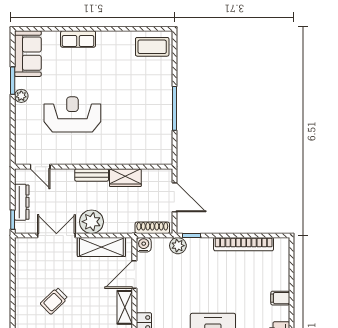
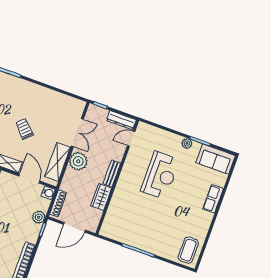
dresser: (22, 202) -> (121, 120), moved
trolley: (54, 301) -> (24, 129), moved

